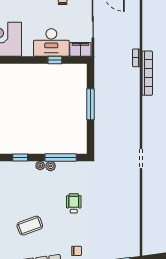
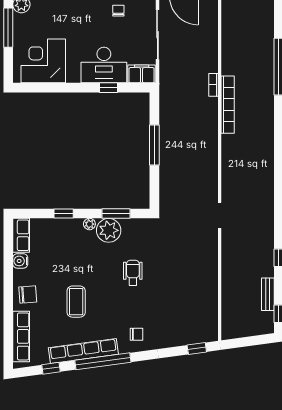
window: (61, 157) -> (116, 214), width x0.69
plant: (51, 166) -> (109, 230), width x1.88, depth x1.88
coffee table: (30, 226) -> (76, 302), turned -70

